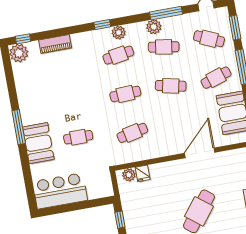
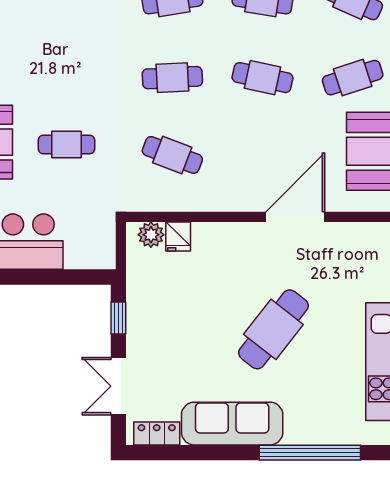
cafe table: (132, 133) -> (172, 155), turned 33

